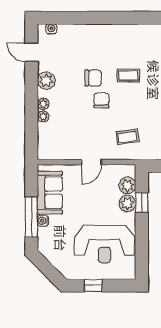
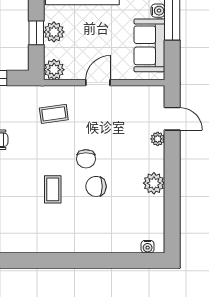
door: (31, 52) -> (172, 119), moved
coffee table: (128, 76) -> (53, 189), turned 90
plant: (43, 104) -> (158, 155), removed
plant: (127, 185) -> (54, 70), moved

